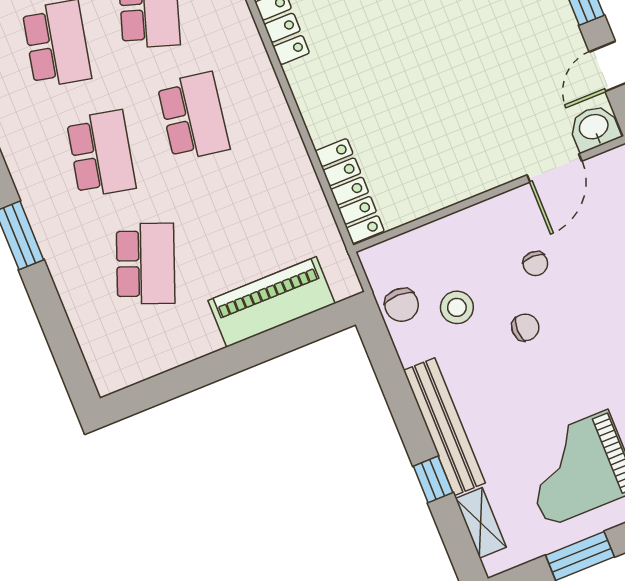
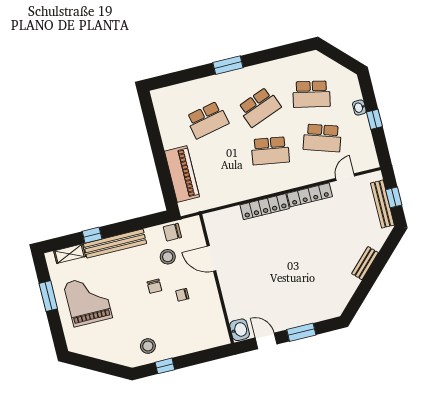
school desk: (101, 154) -> (259, 107), turned -33
door: (554, 168) -> (211, 259), moved
locker: (350, 191) -> (265, 207), moved
school desk: (146, 264) -> (207, 120), turned -33

